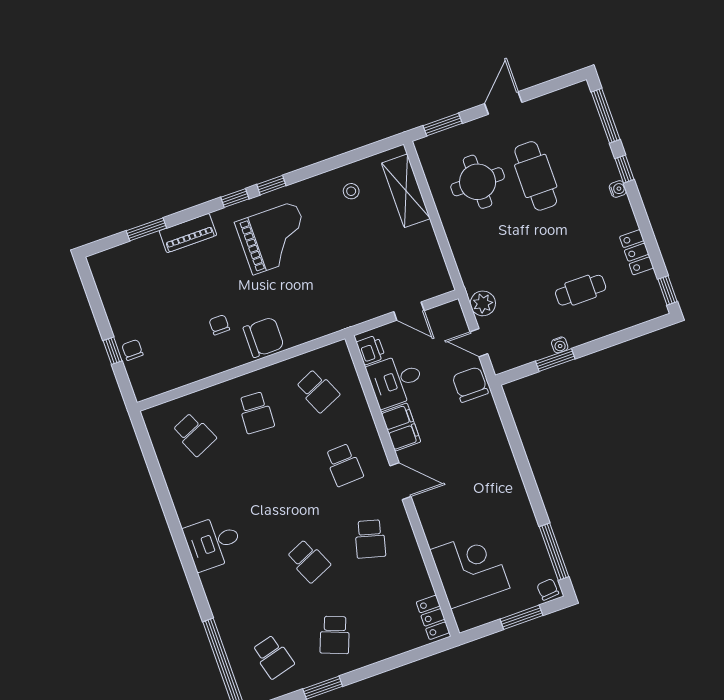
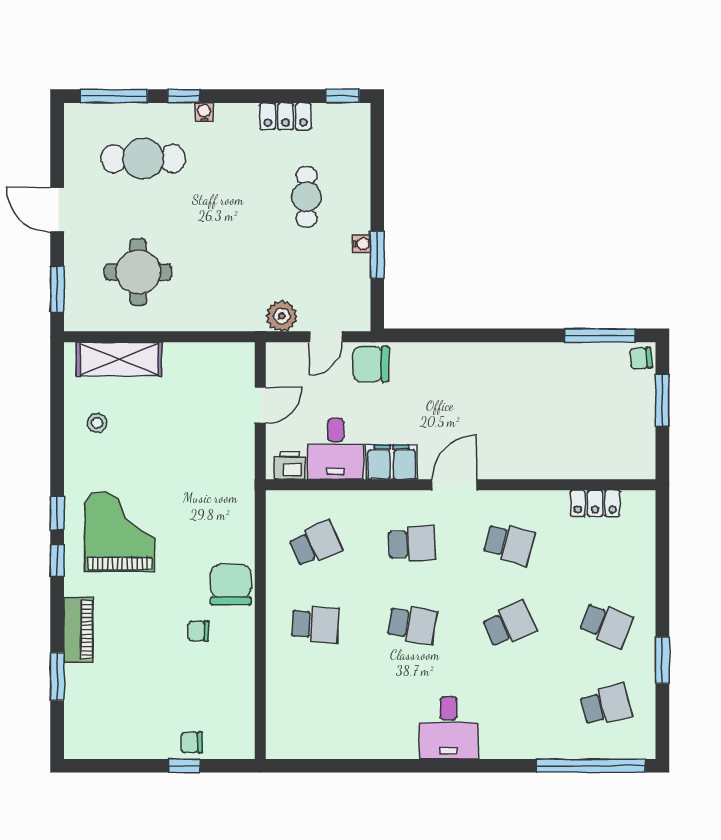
cafe table: (536, 176) -> (143, 159), moved
school desk: (194, 434) -> (412, 625), moved, turned 33
corner desk: (470, 569) -> (585, 440), removed
locker: (433, 617) -> (595, 503), moved

